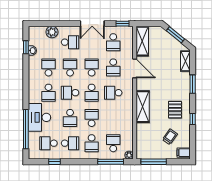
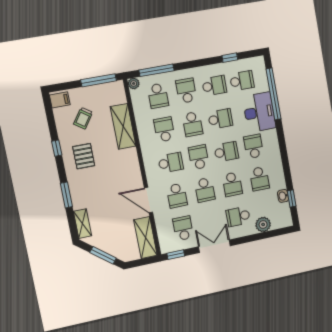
school desk: (113, 67) -> (177, 196), turned 180
shelving: (143, 107) -> (123, 126), moved
school desk: (70, 118) -> (220, 119), turned 90
school desk: (113, 118) -> (164, 129), added
school desk: (70, 143) -> (214, 86), turned 180

